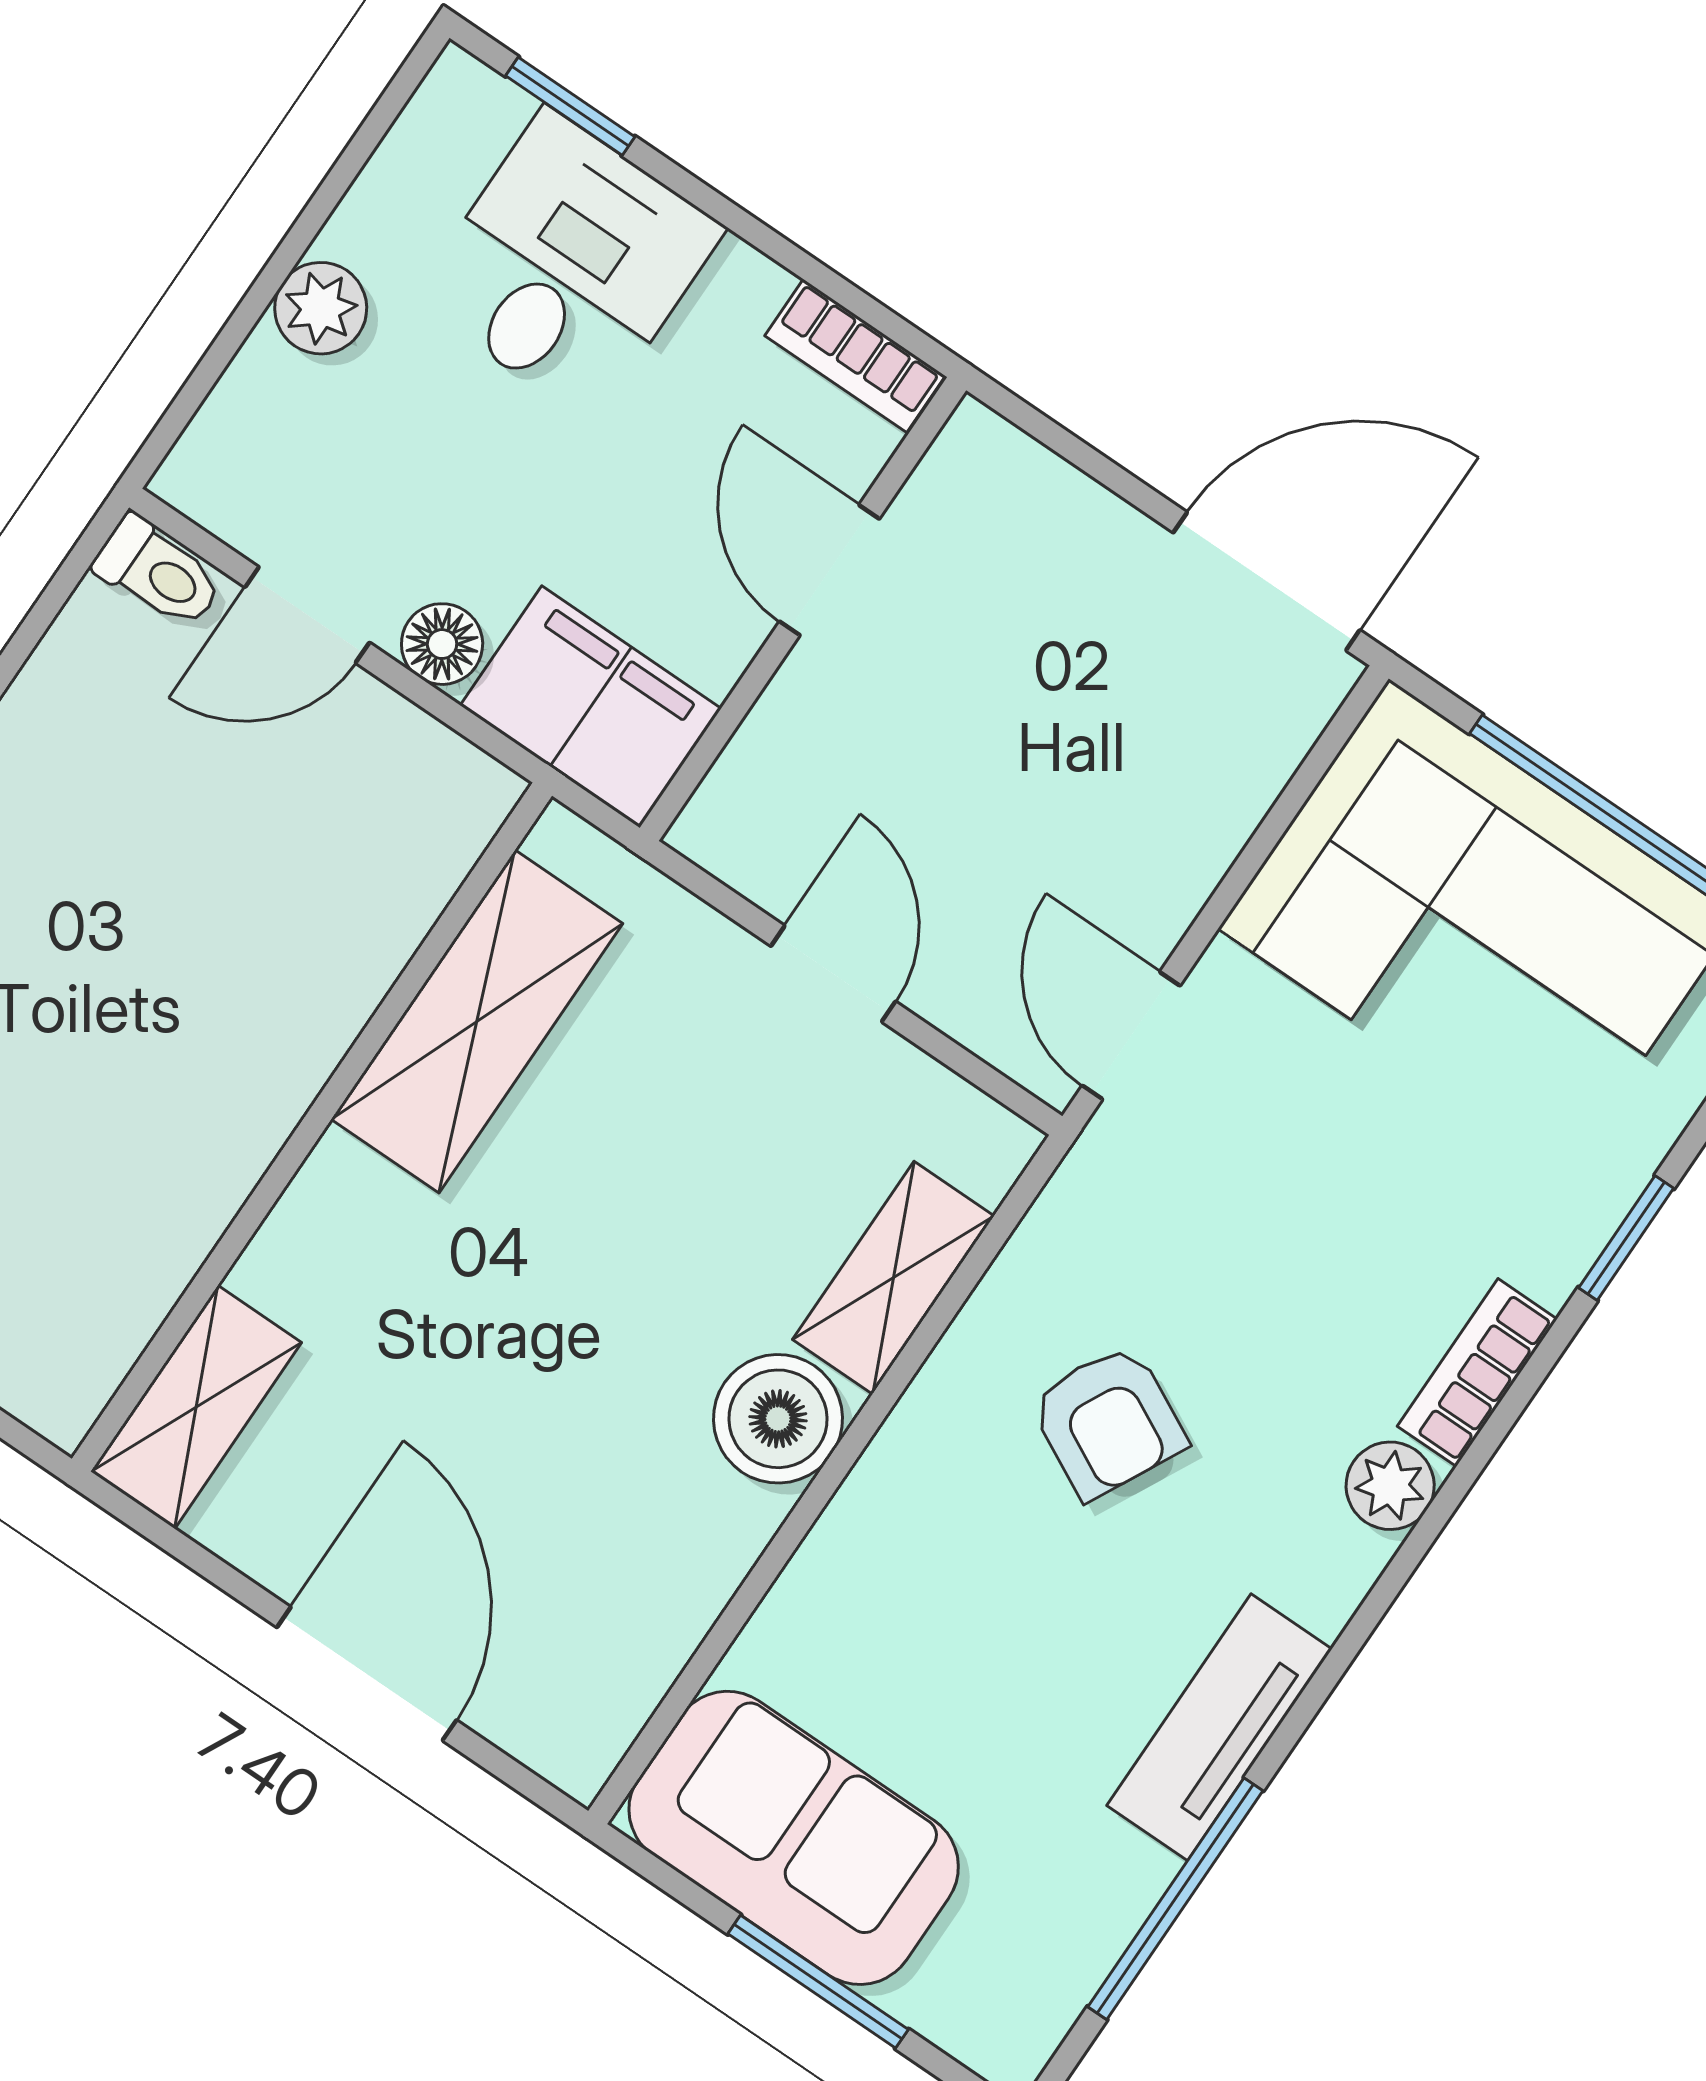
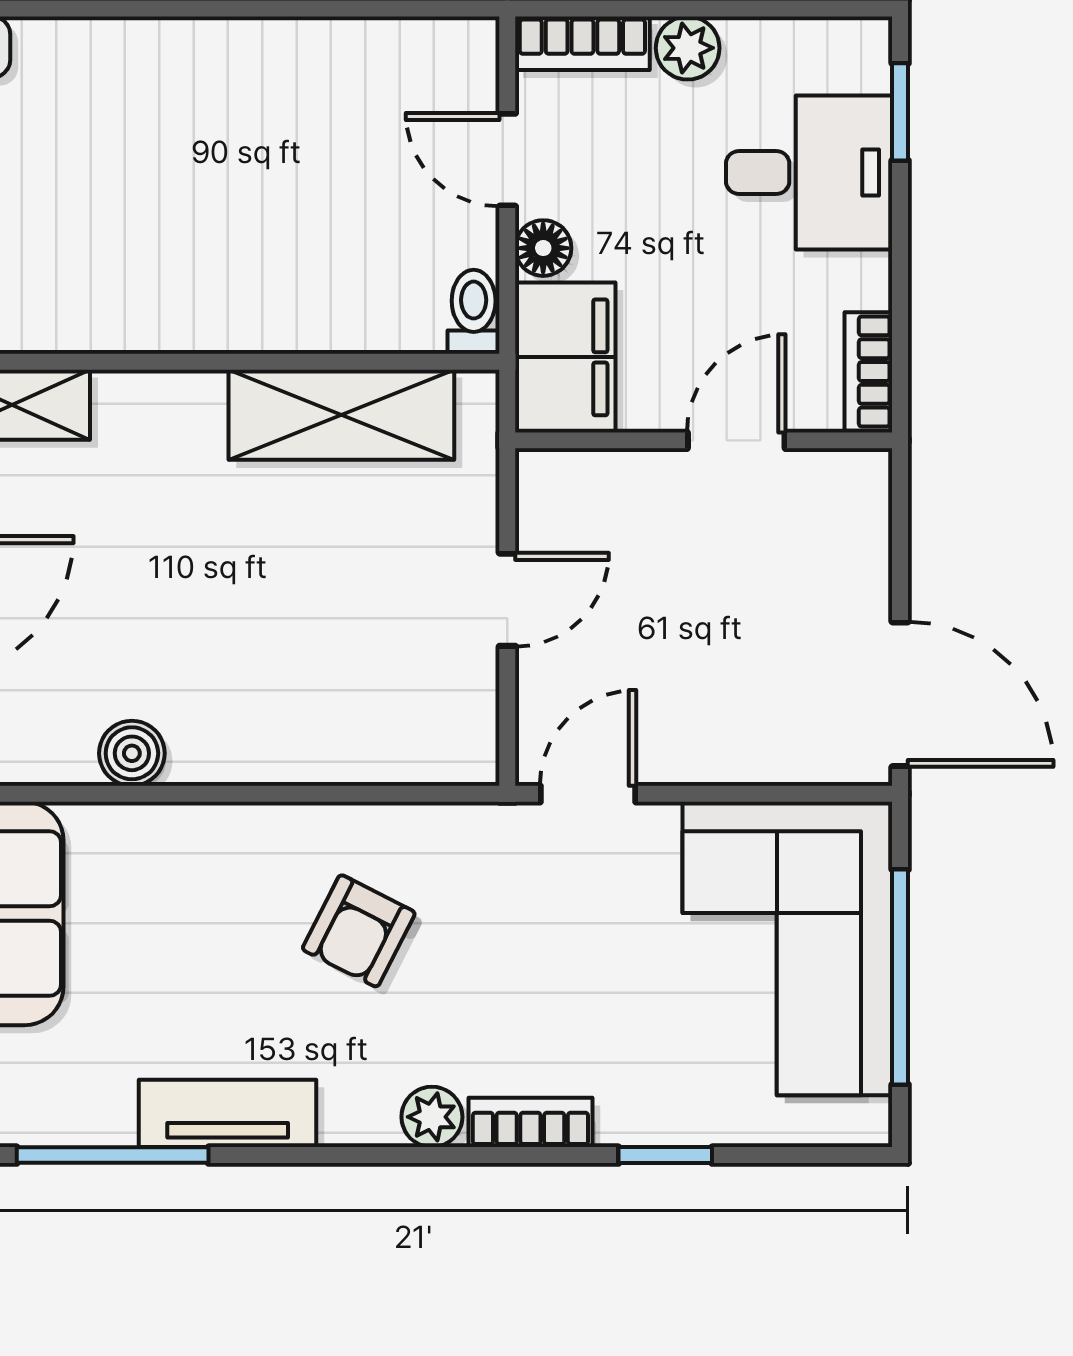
bookcase: (229, 430) -> (582, 43), added
toilet: (159, 573) -> (474, 312), moved, turned 180
shelving: (893, 1278) -> (357, 752), removed
boiler: (778, 1419) -> (132, 753), moved, width x0.73, depth x0.73

